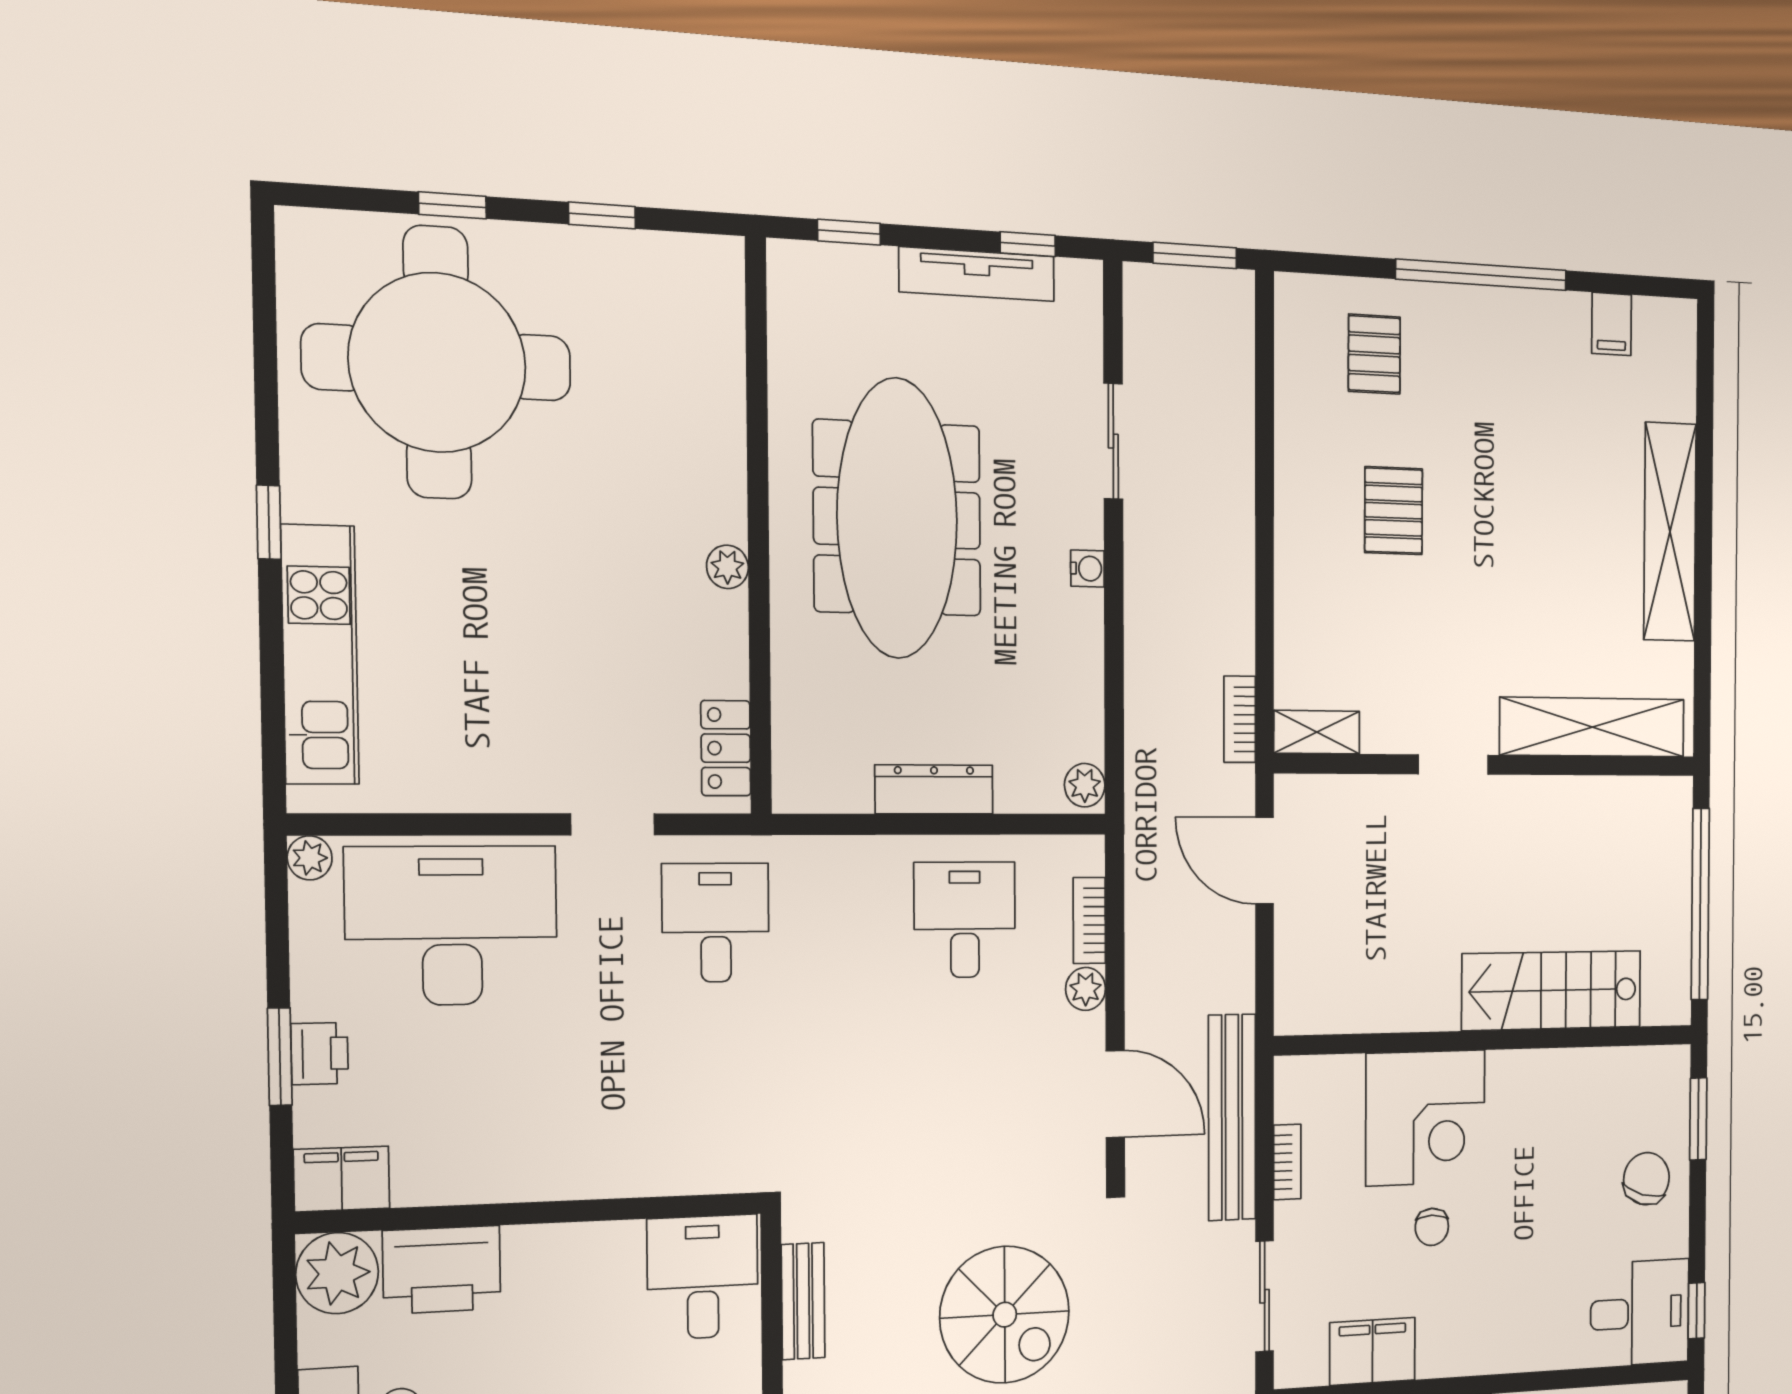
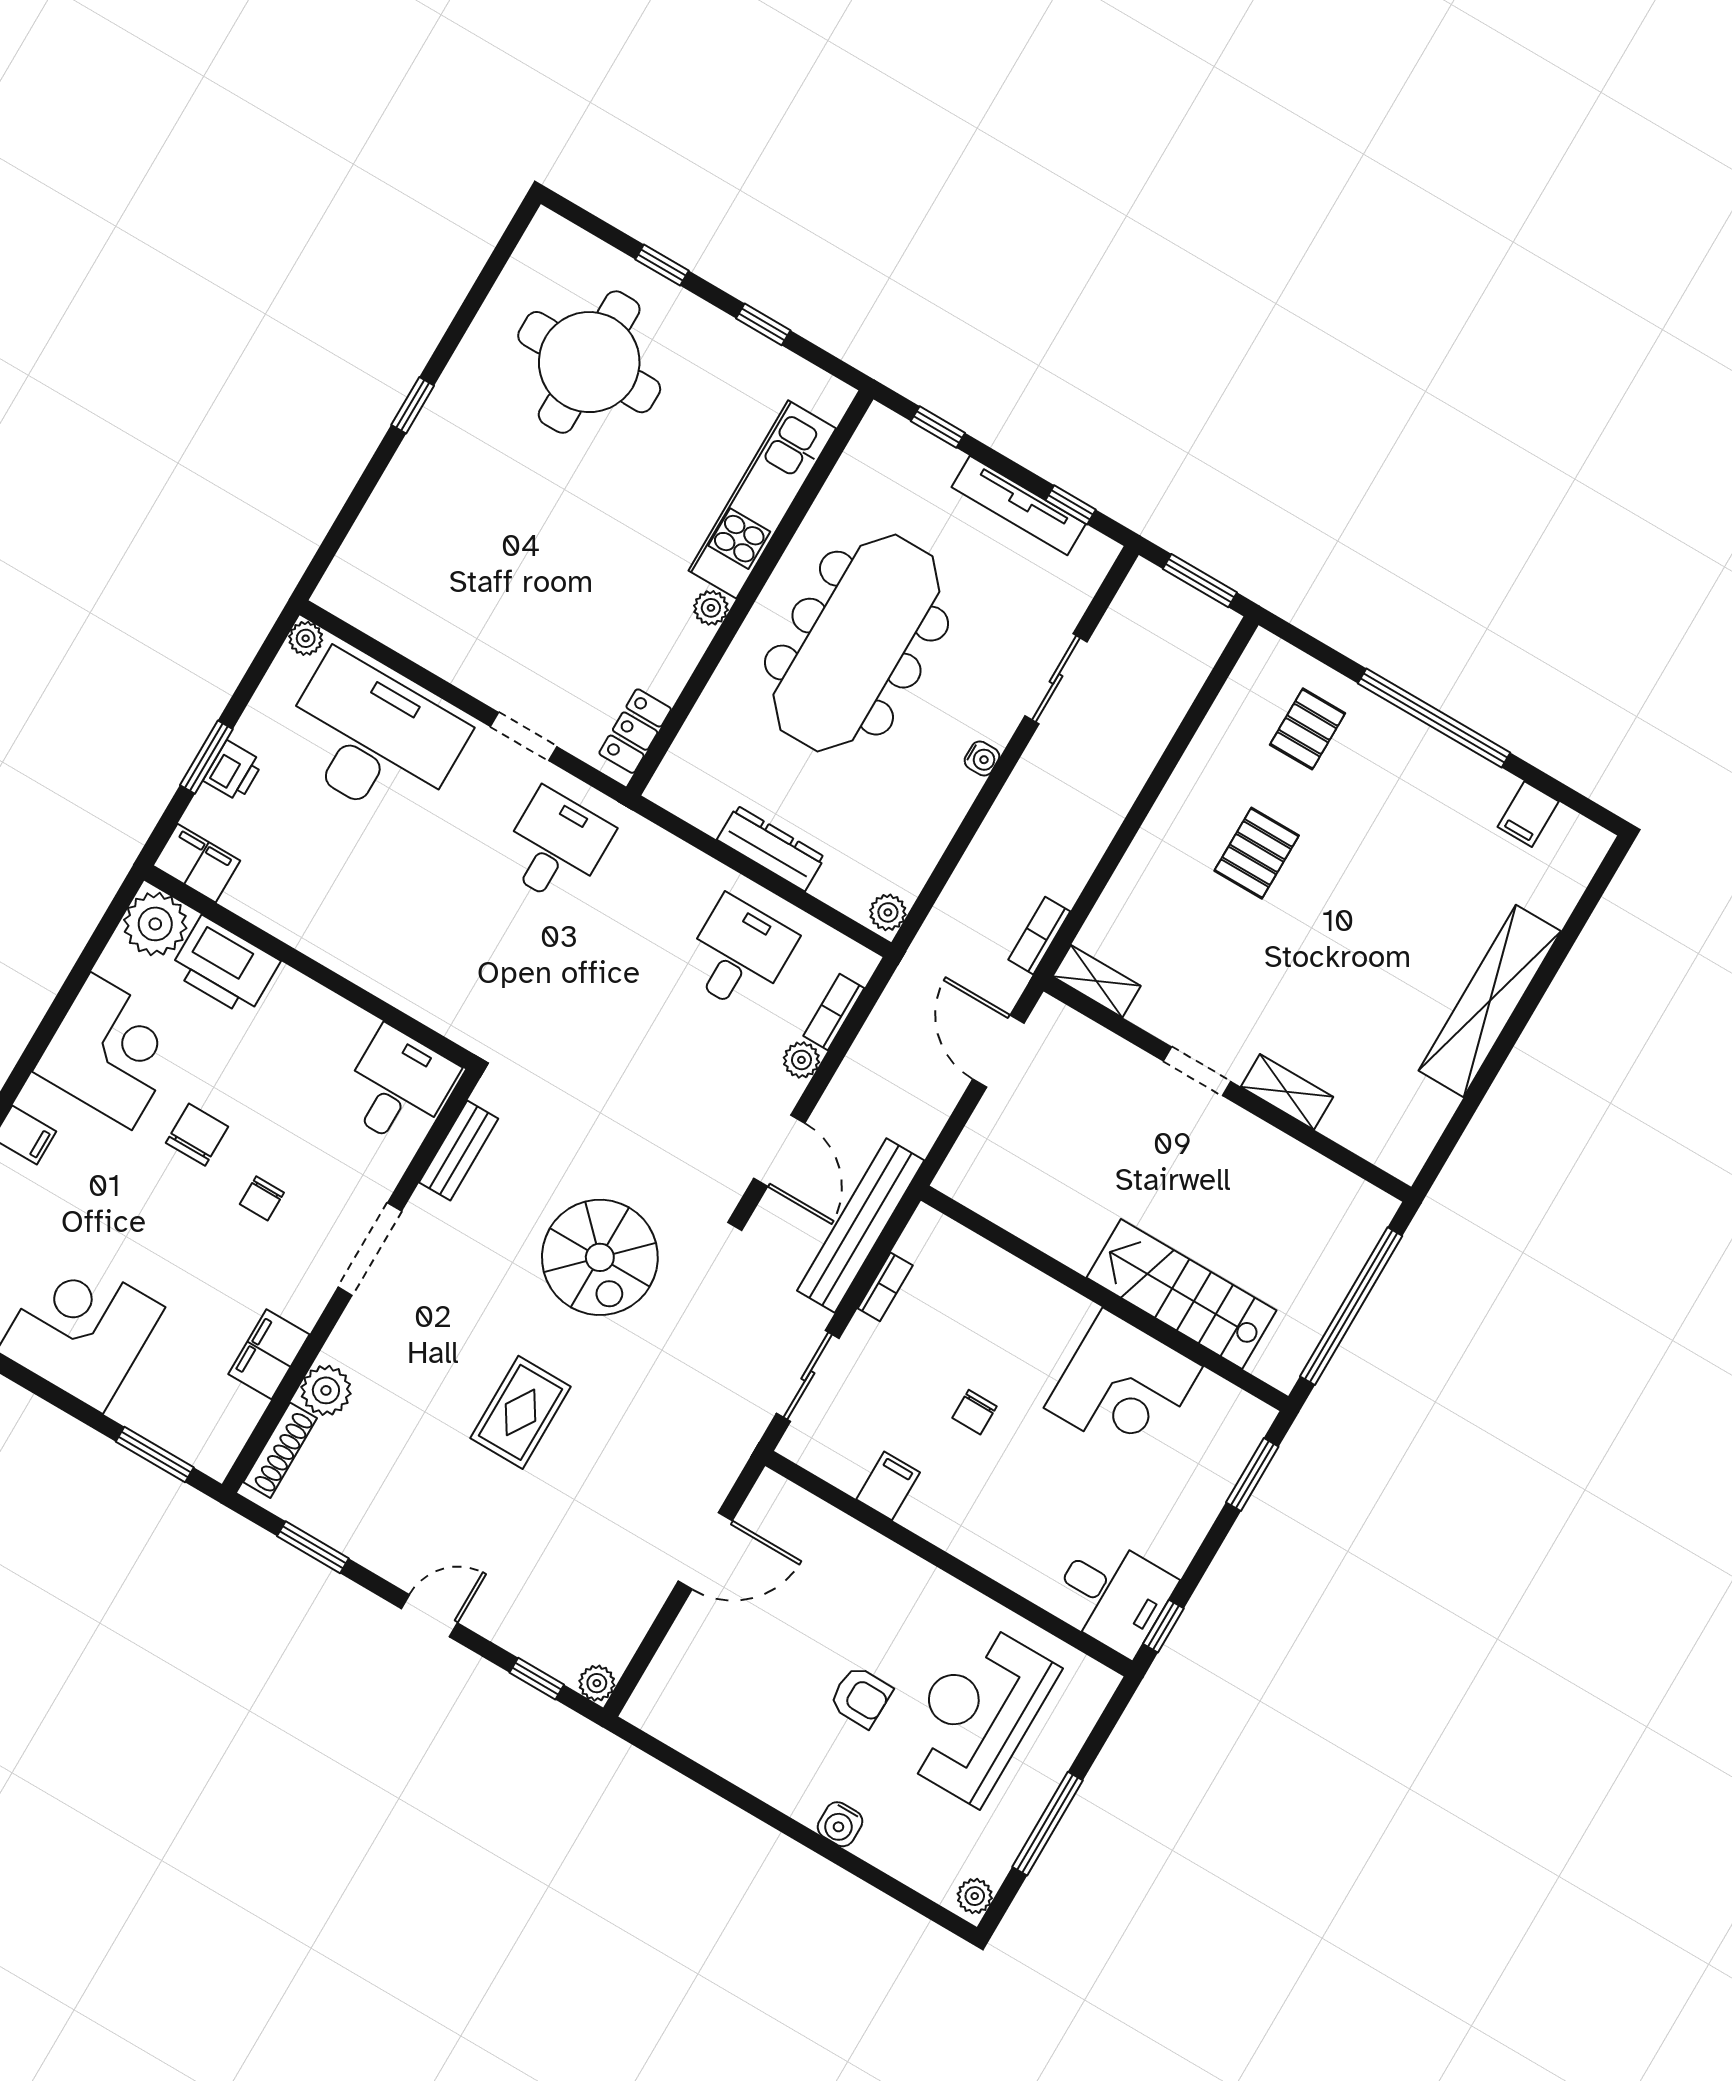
round table: (437, 363) -> (589, 362), width x0.73, depth x0.73
kitchen unit: (320, 655) -> (762, 499), moved, turned 180
shelving: (1592, 727) -> (1287, 1092), width x0.45, depth x0.75
corner desk: (1425, 1118) -> (1123, 1387), moved
chair: (1646, 1179) -> (1179, 1493), removed
filing cabinet: (1372, 1351) -> (888, 1486), width x0.50

